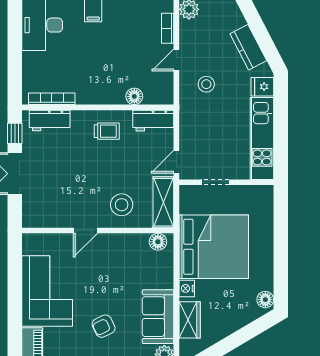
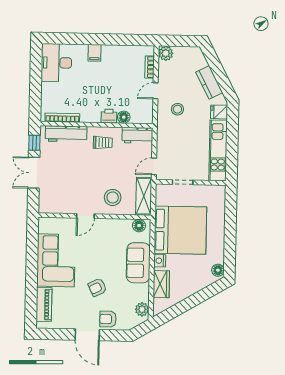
printer: (114, 95) -> (109, 116), added
workbench: (50, 120) -> (66, 134), width x1.38
sofa: (158, 317) -> (138, 263), moved

